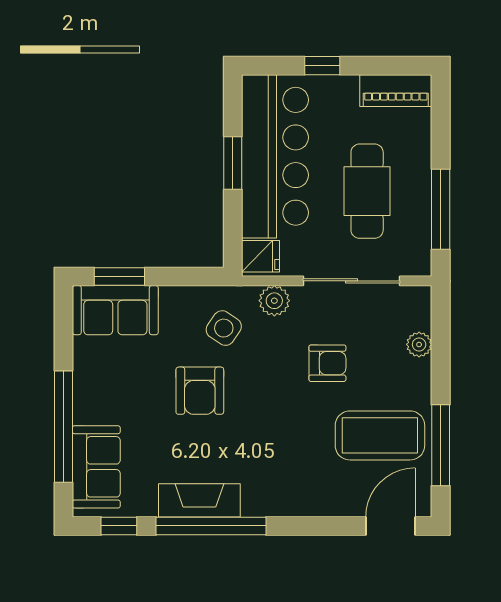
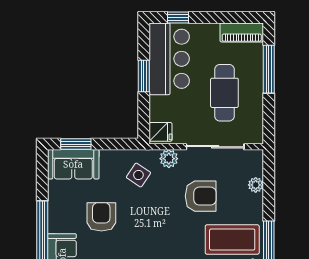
window: (322, 66) -> (178, 17), moved
bar counter: (275, 156) -> (169, 59), width x0.73
window: (441, 209) -> (269, 69), moved
armchair: (327, 363) -> (201, 196), width x1.38, depth x1.38
armchair: (200, 391) -> (101, 217), moved, turned 180

